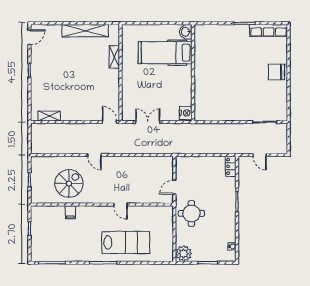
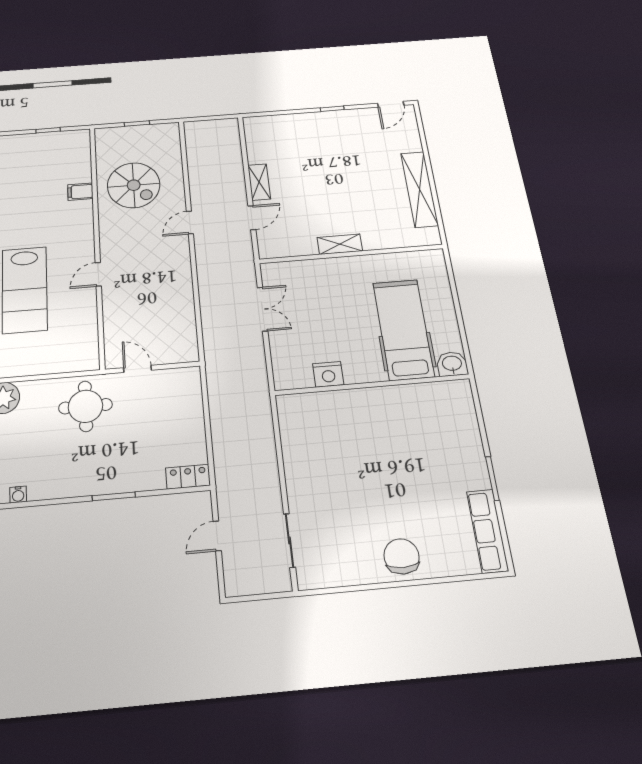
door: (29, 37) -> (391, 104), hinge flipped
shelving: (114, 57) -> (340, 244), moved
nightstand: (186, 113) -> (328, 374), moved
shelving: (49, 116) -> (259, 182), moved
door: (109, 122) -> (252, 218), moved

